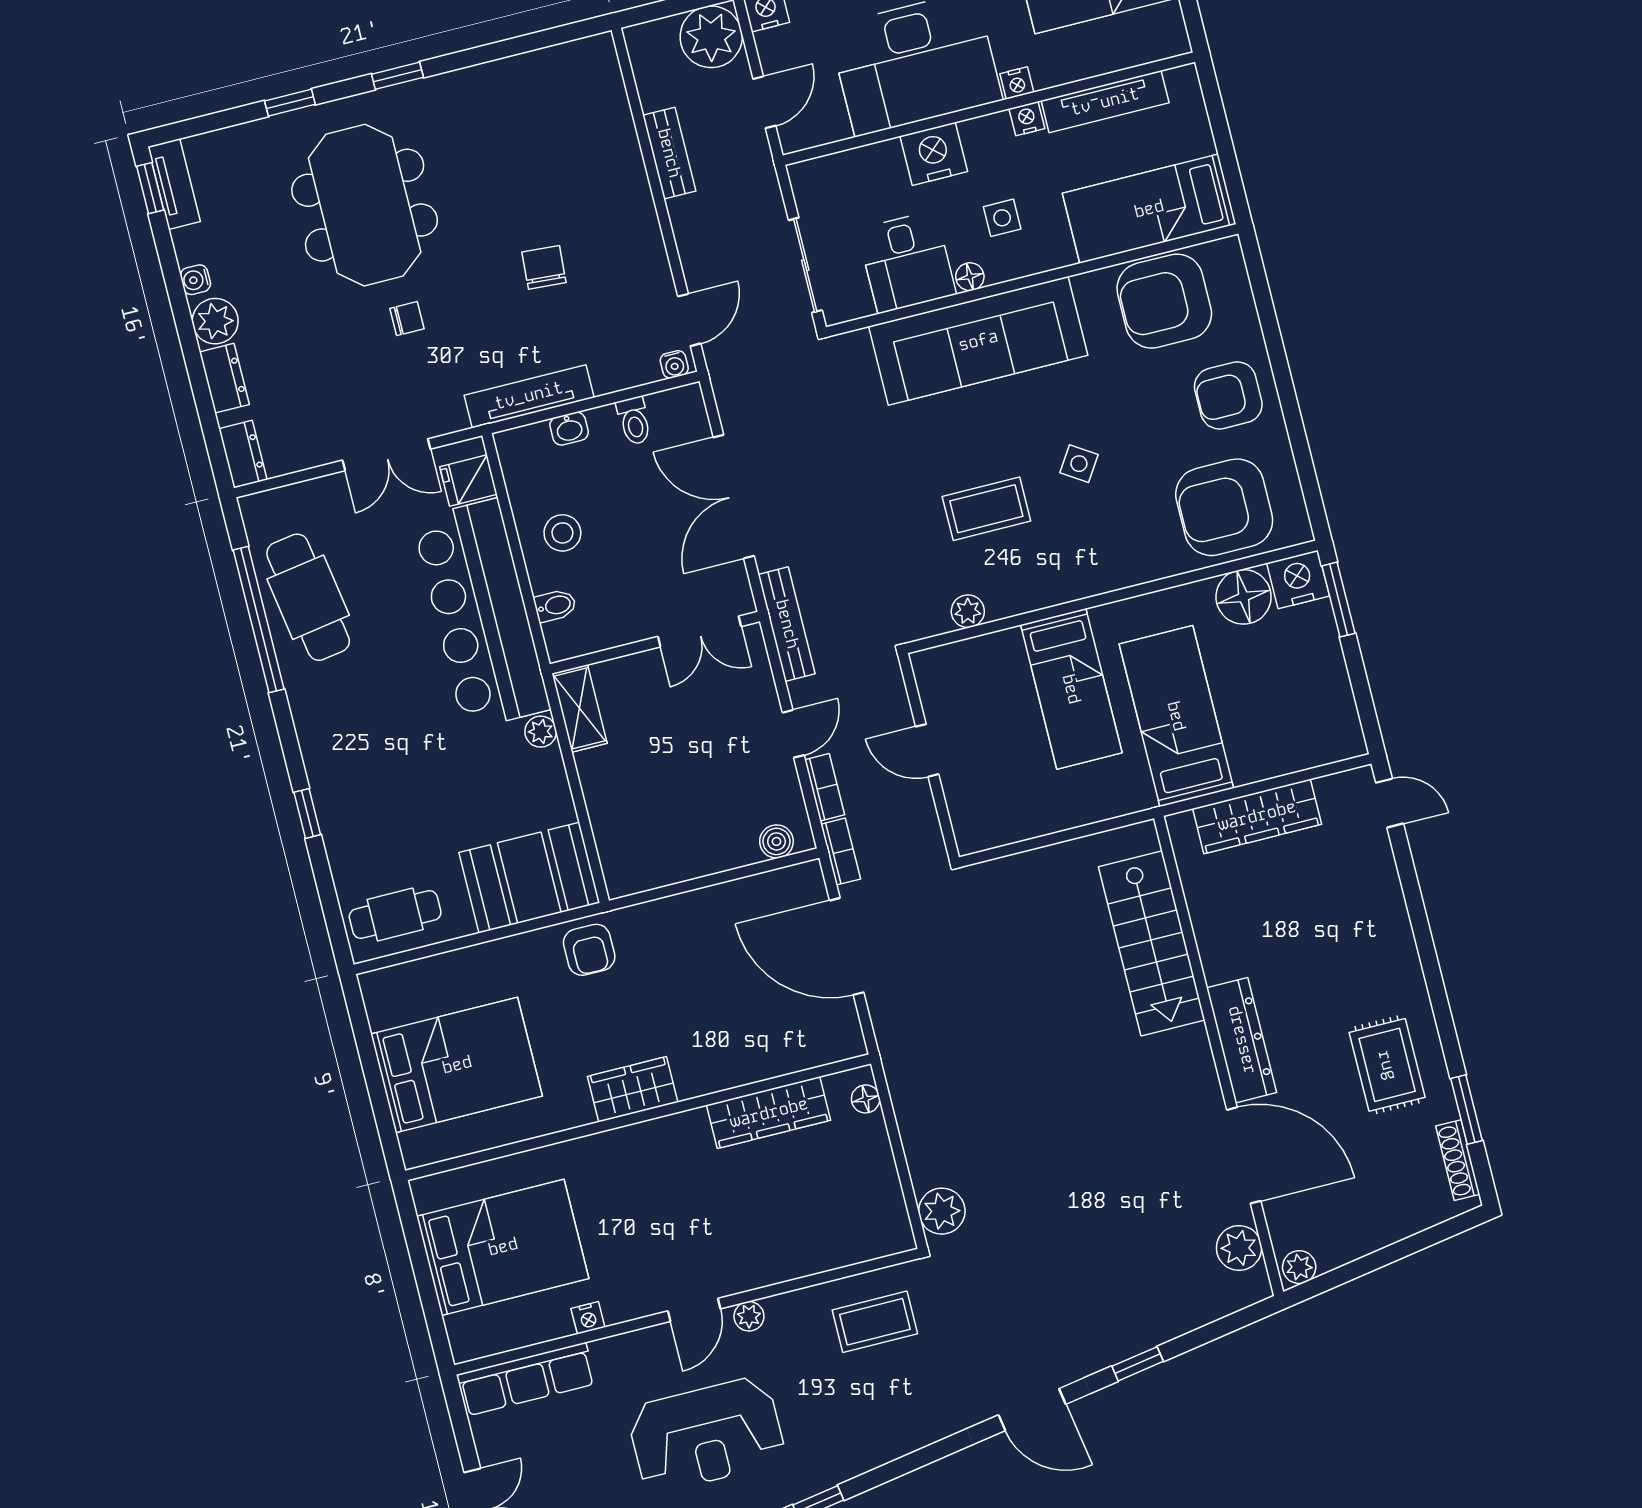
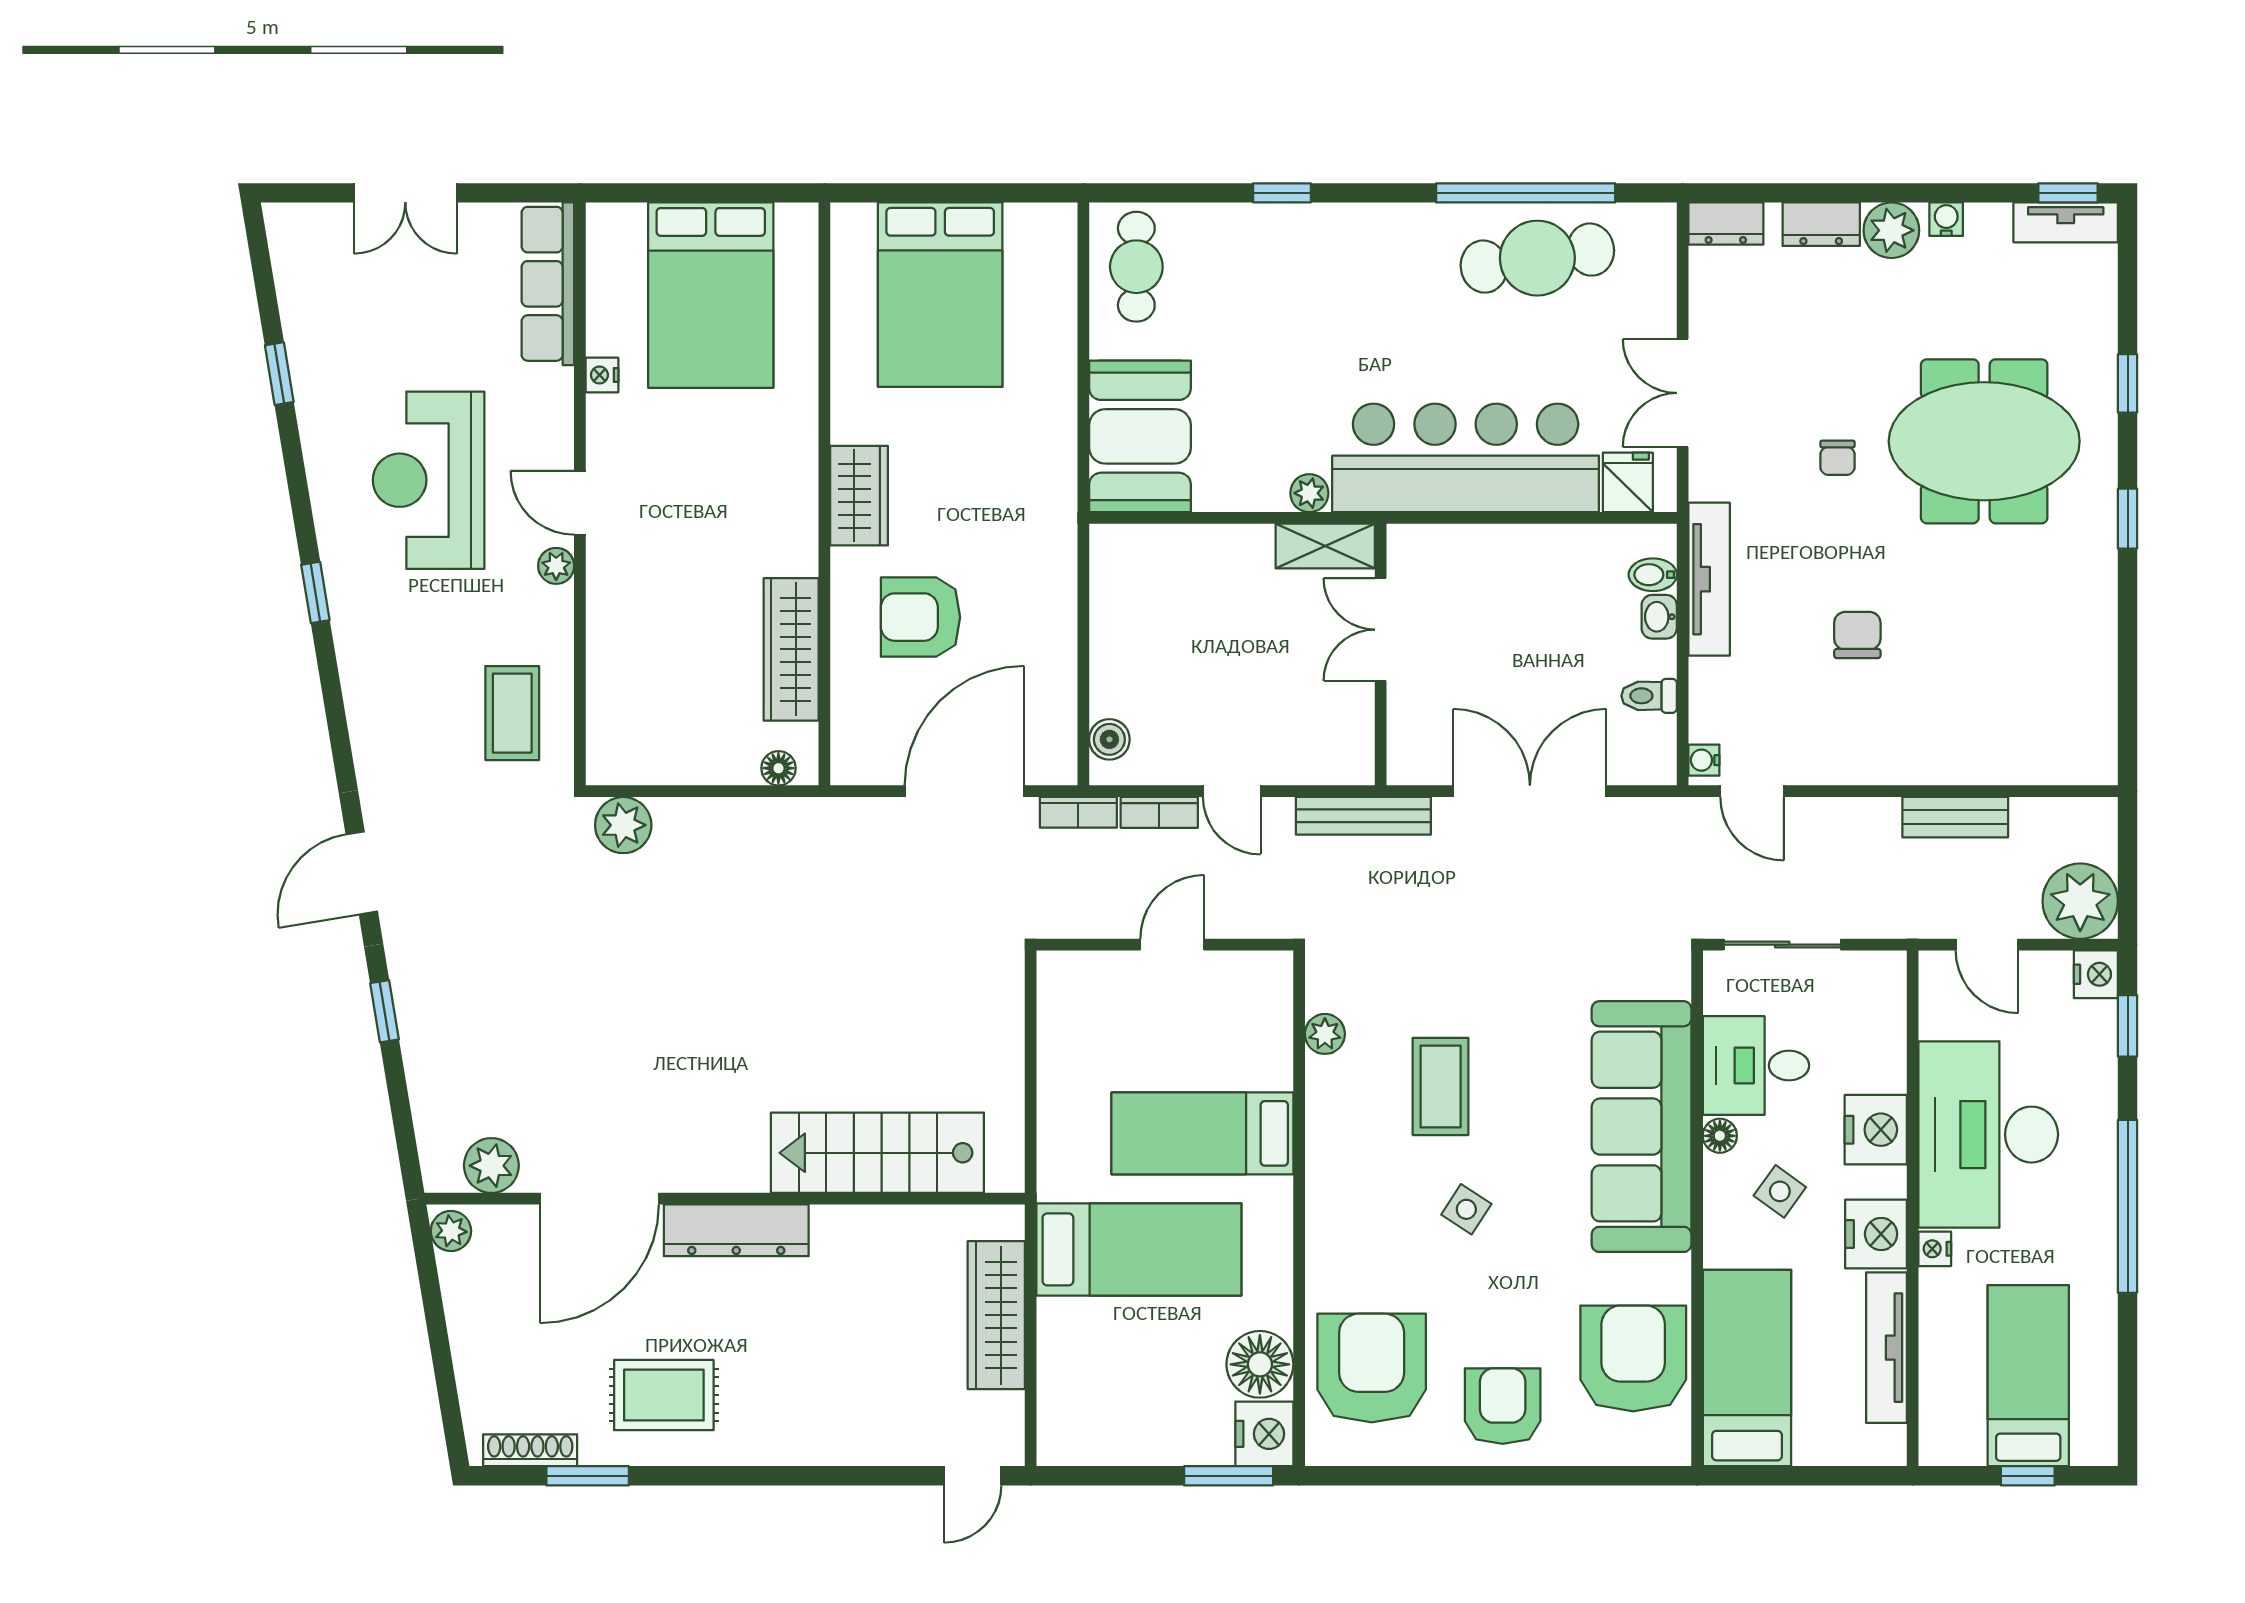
nightstand: (1027, 119) -> (1876, 1234), width x1.89, depth x1.79
side table: (1002, 218) -> (1780, 1191), turned 36
chair: (544, 267) -> (1857, 635), turned -94
stool: (562, 533) -> (1538, 578), removed
bidet: (555, 606) -> (1653, 575), moved, turned 90
double door: (699, 631) -> (1381, 630), moved
armchair: (589, 950) -> (920, 617), moved, width x1.38, depth x1.38

